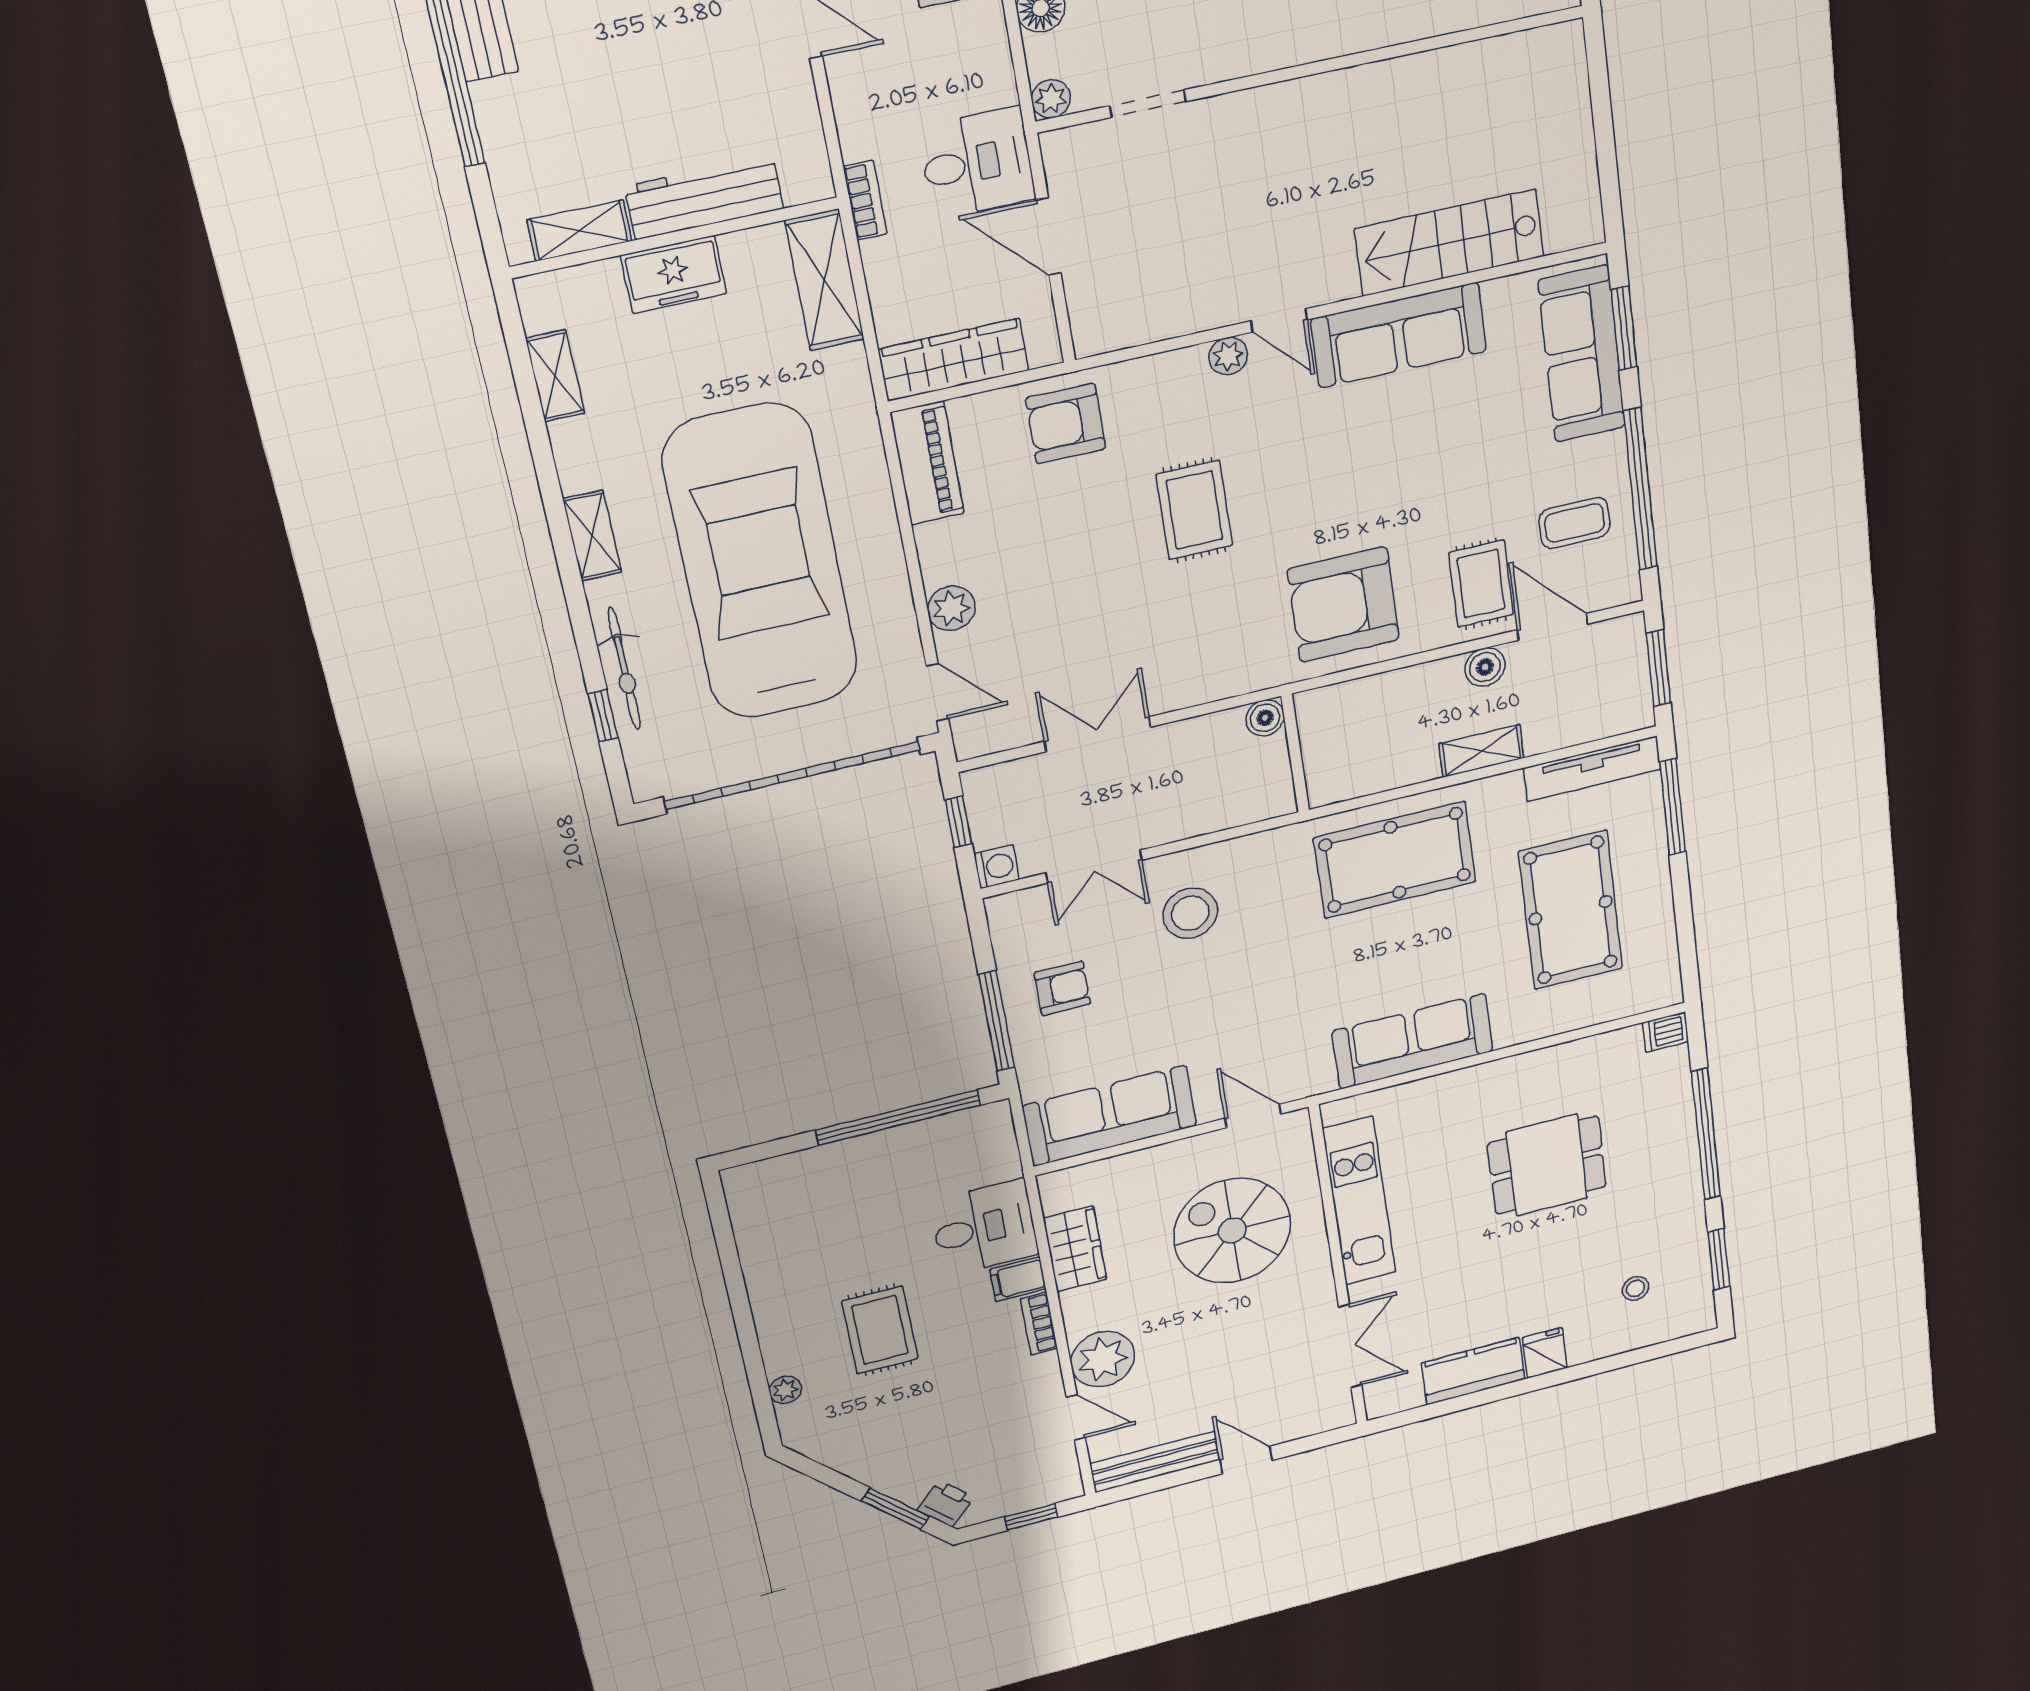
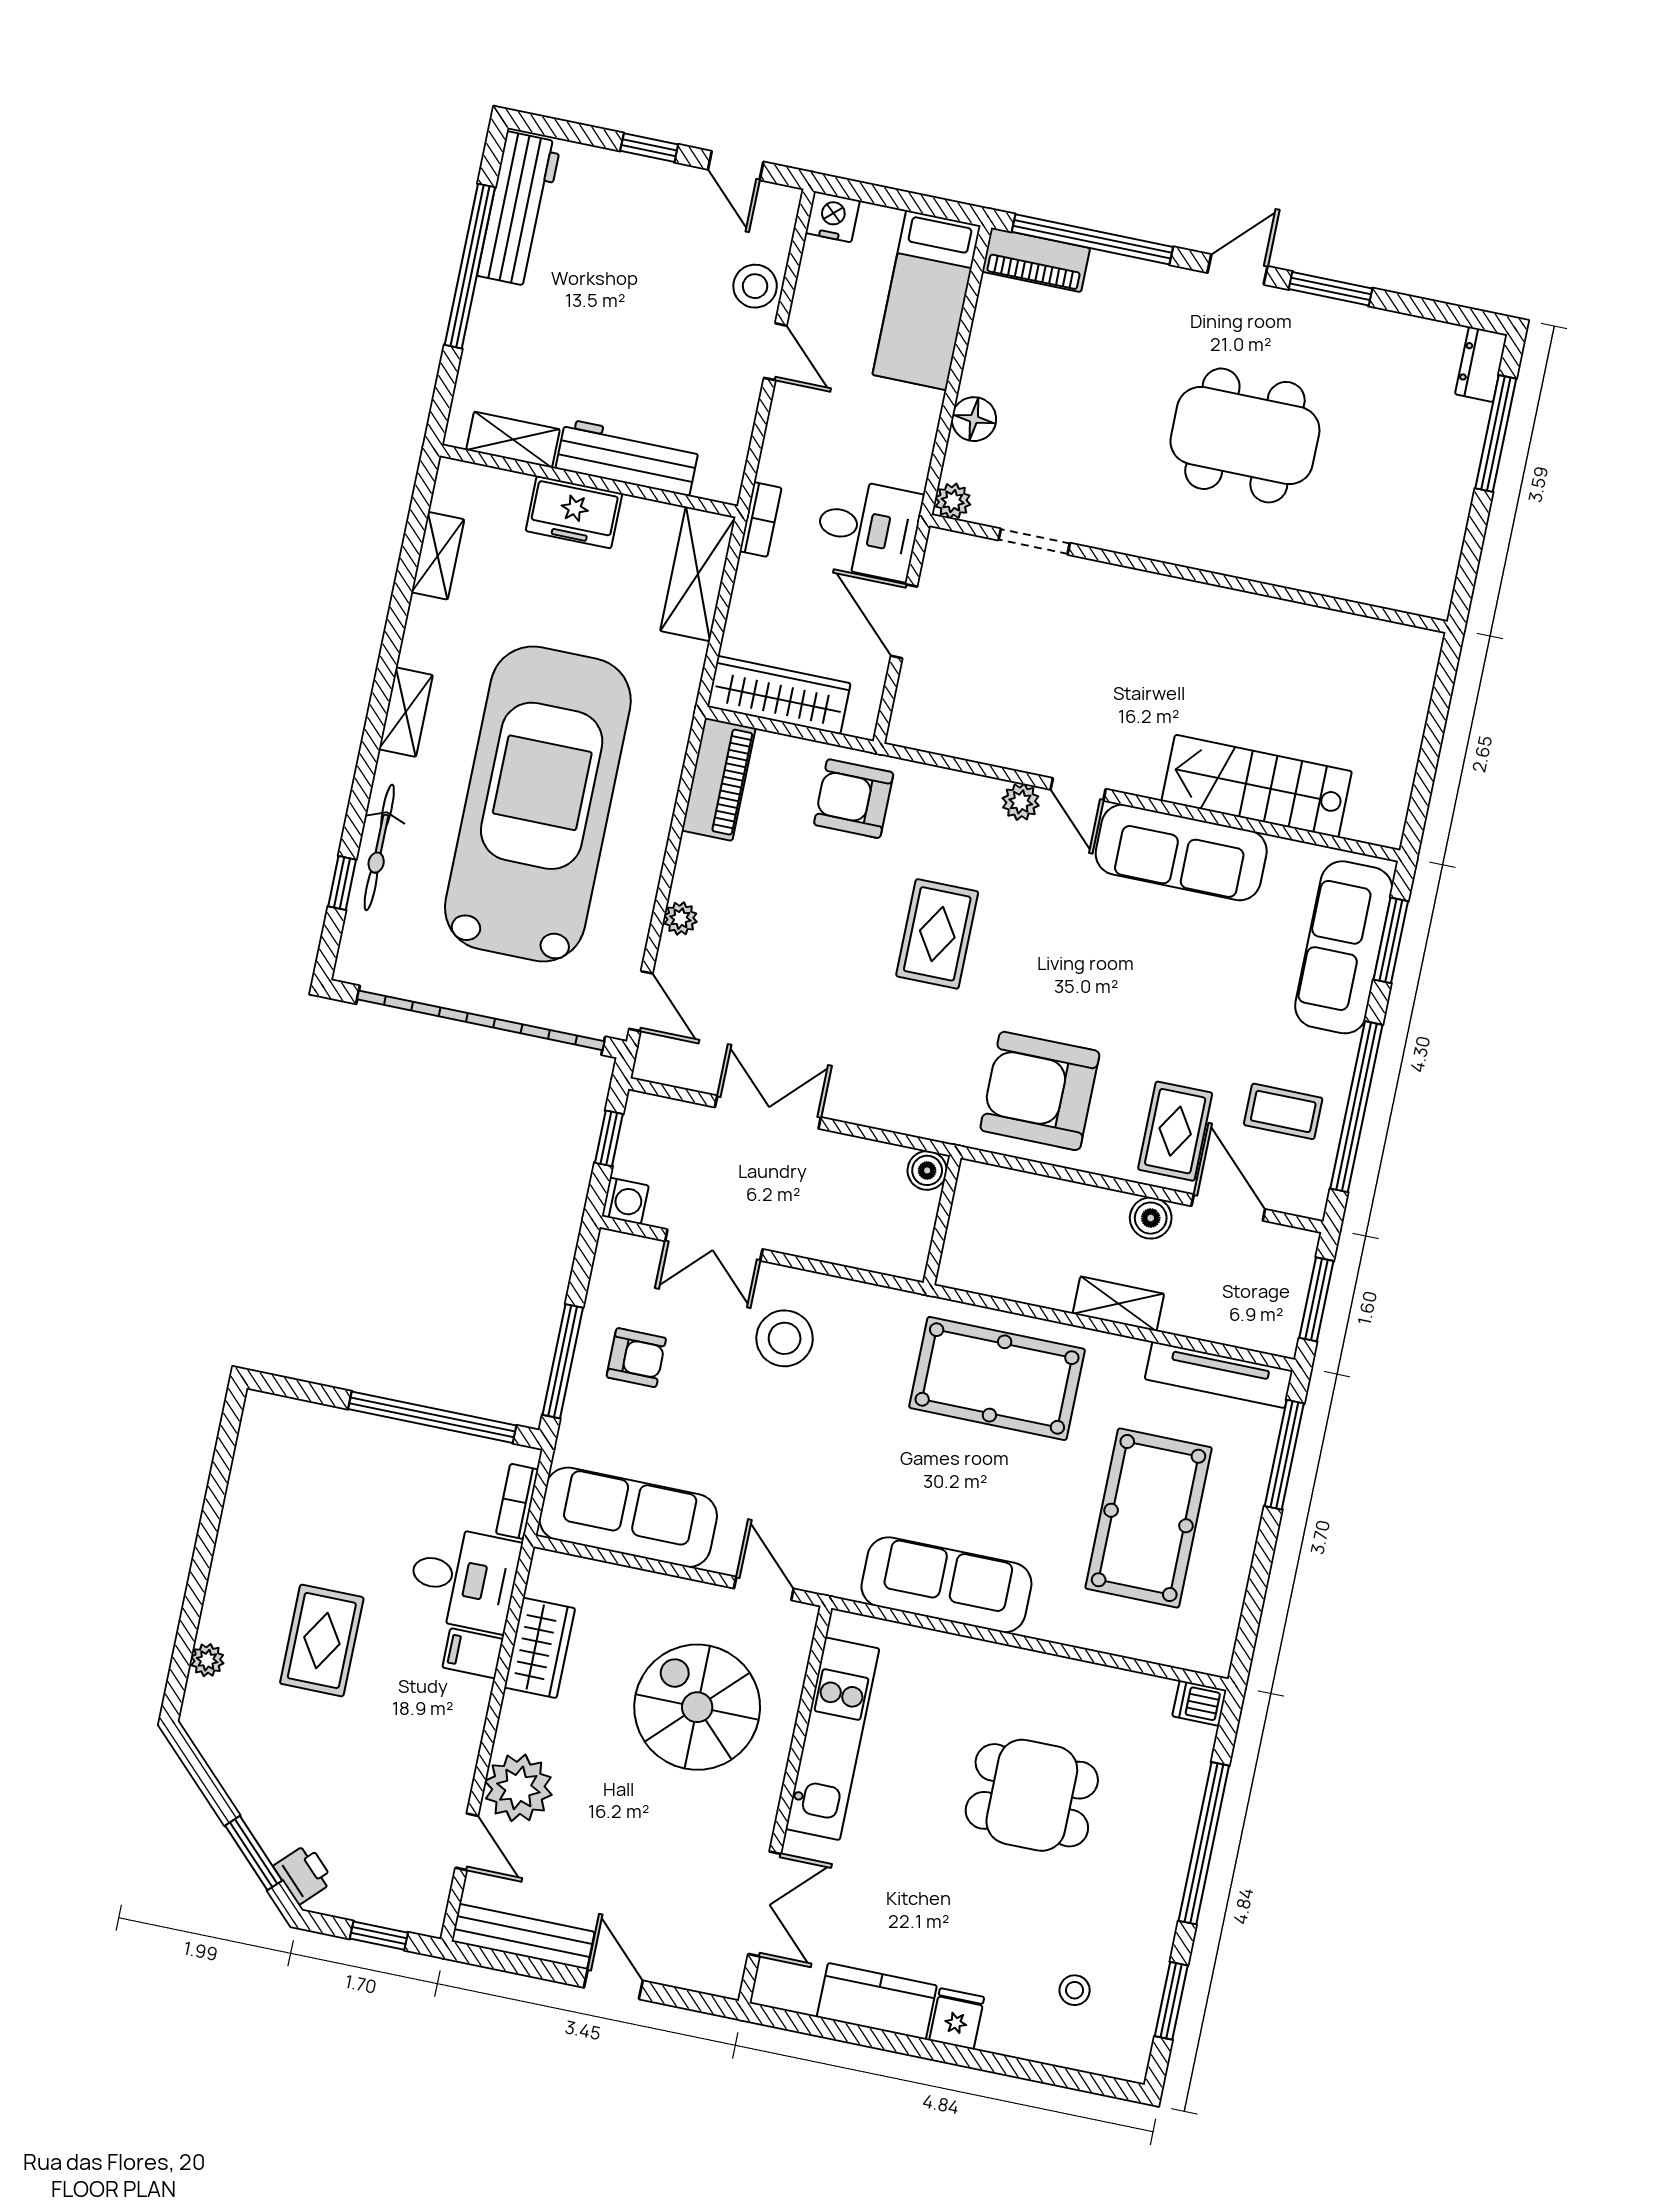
plant: (951, 608) -> (680, 919), width x0.73, depth x0.73
bookcase: (1039, 1324) -> (517, 1501), moved

